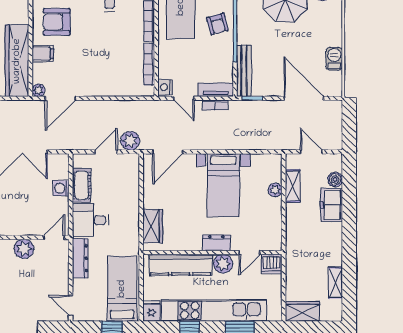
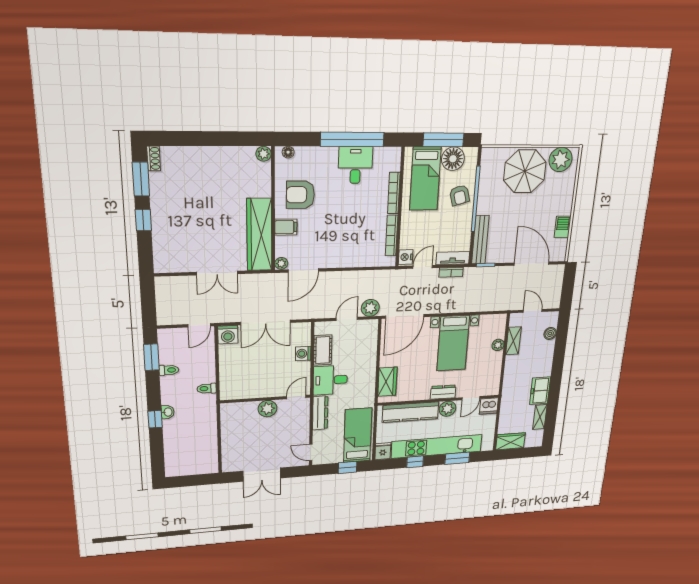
door: (184, 98) -> (423, 267), swing flipped
door: (168, 152) -> (405, 316), width x1.36
freezer: (332, 205) -> (540, 391), moved

